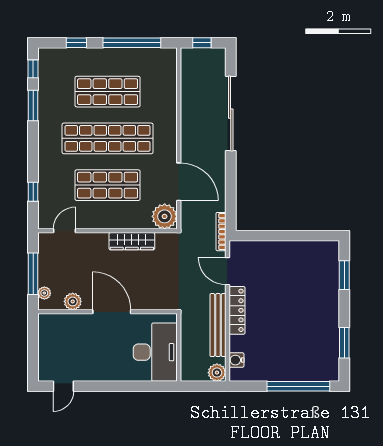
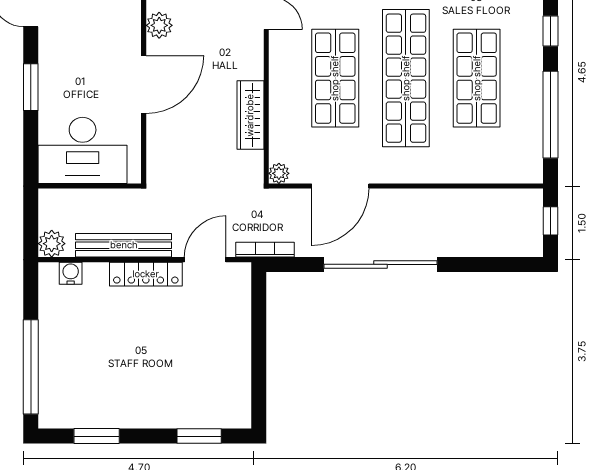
sliding door: (231, 114) -> (381, 264), moved
plant: (165, 216) -> (279, 173), width x0.53, depth x0.53
window: (113, 386) -> (31, 87), added

